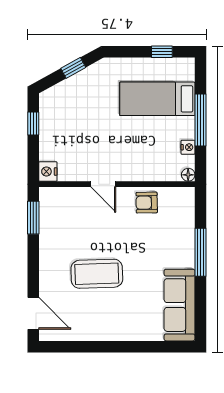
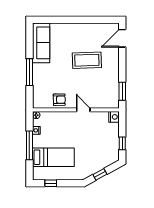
door: (33, 313) -> (122, 38), hinge flipped

